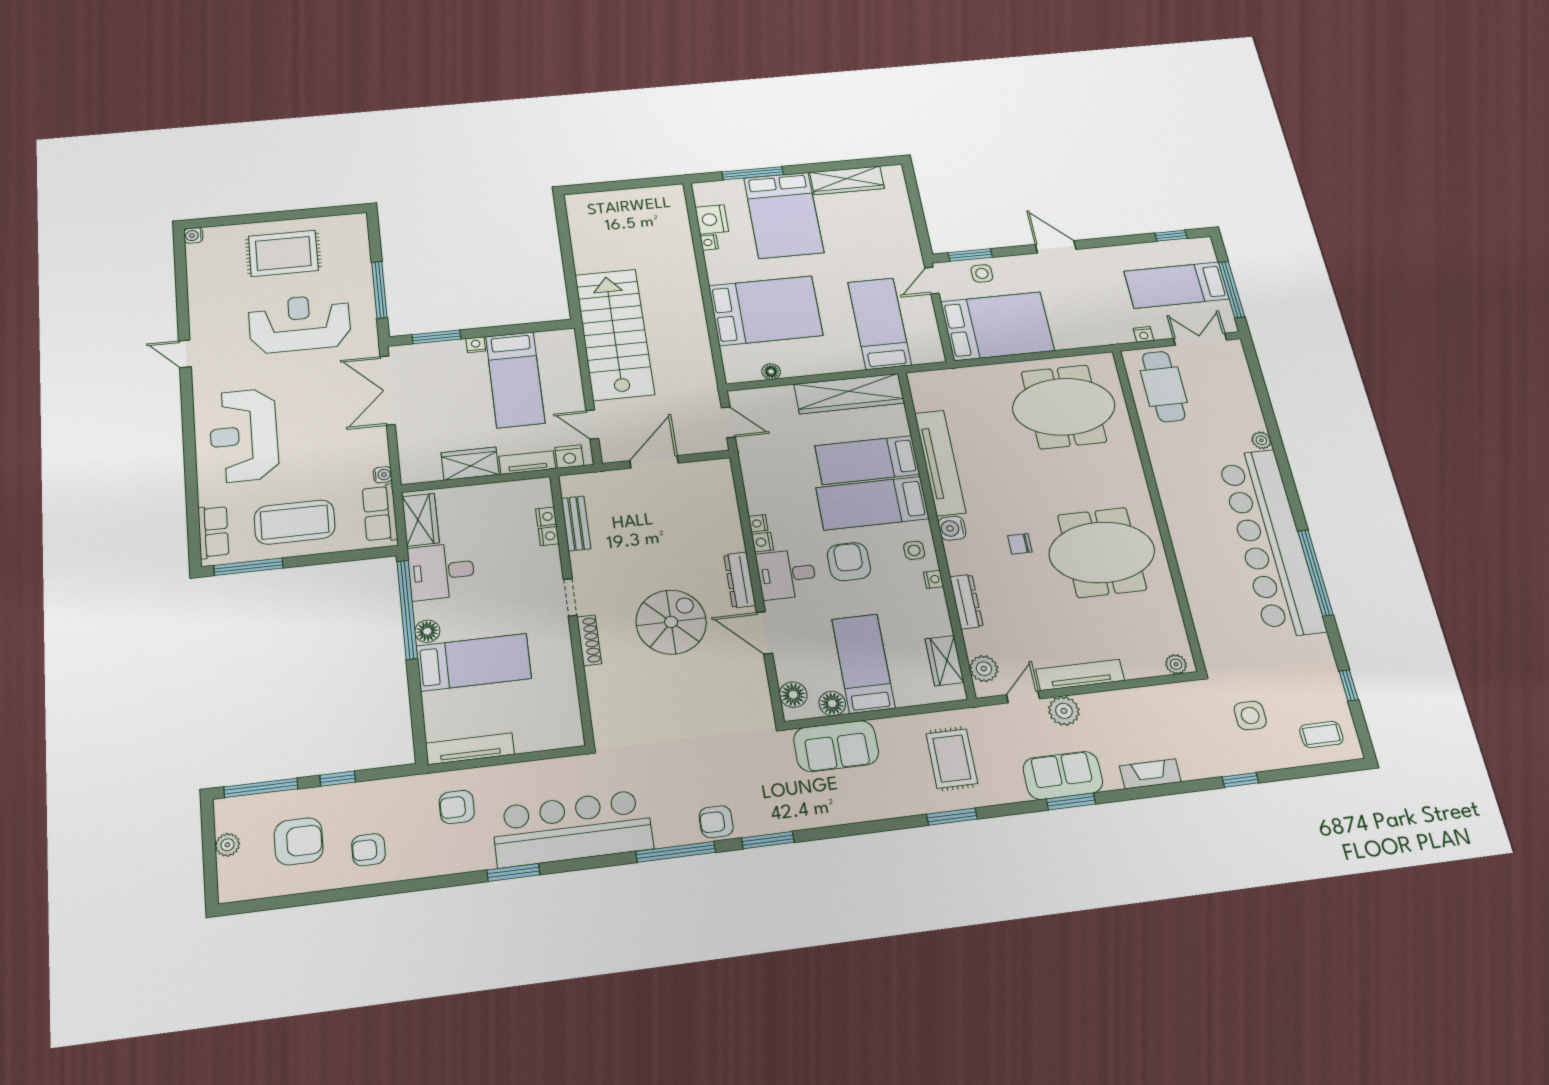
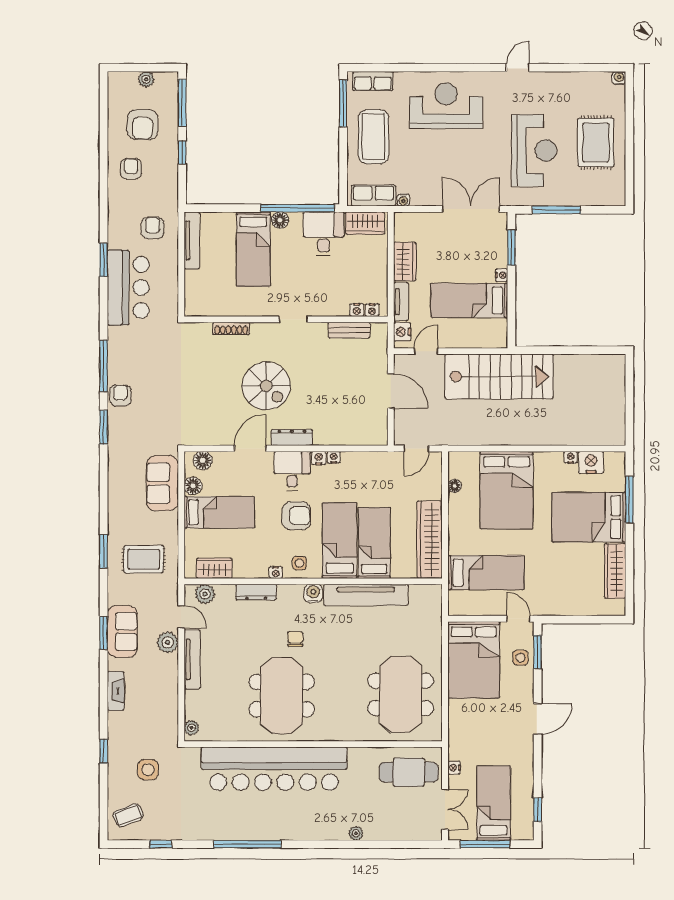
nightstand: (549, 536) -> (372, 310), moved
bar counter: (1271, 542) -> (274, 769), moved, turned 180
shoe rack: (589, 640) -> (231, 328), moved
coffee table: (1321, 734) -> (128, 815), turned 69
bar counter: (572, 828) -> (128, 287), width x0.73

